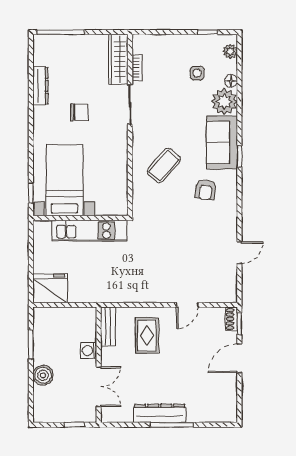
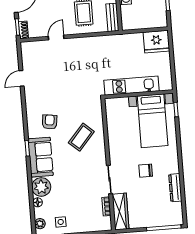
side table: (197, 73) -> (61, 222), moved

